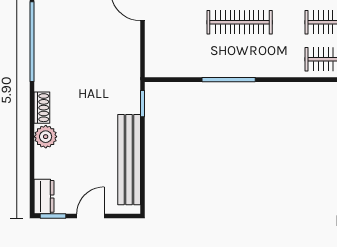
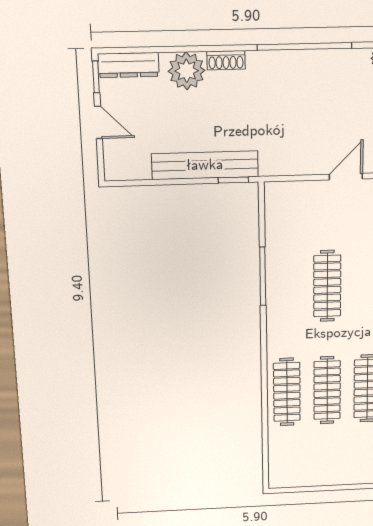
plant: (46, 137) -> (187, 71), width x1.36, depth x1.36
bench: (129, 160) -> (205, 165), moved
dresser: (44, 196) -> (128, 65), width x1.44

